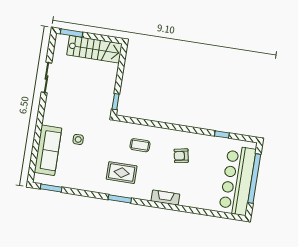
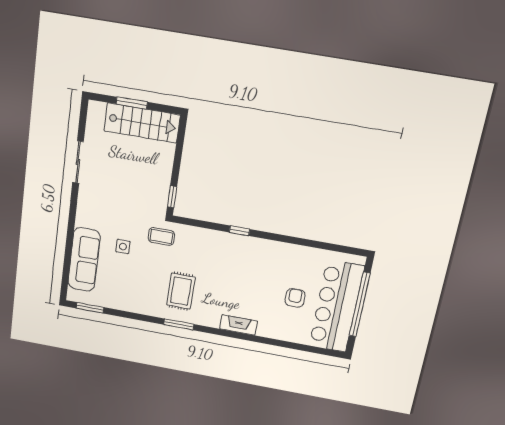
window: (71, 33) -> (132, 103), moved
window: (222, 134) -> (239, 231), moved
coffee table: (140, 145) -> (161, 236), moved
armchair: (181, 156) -> (295, 298), moved, turned 101
rug: (122, 173) -> (181, 291), turned 90

